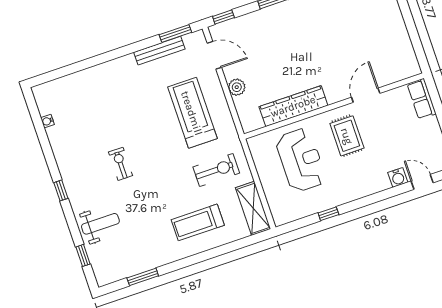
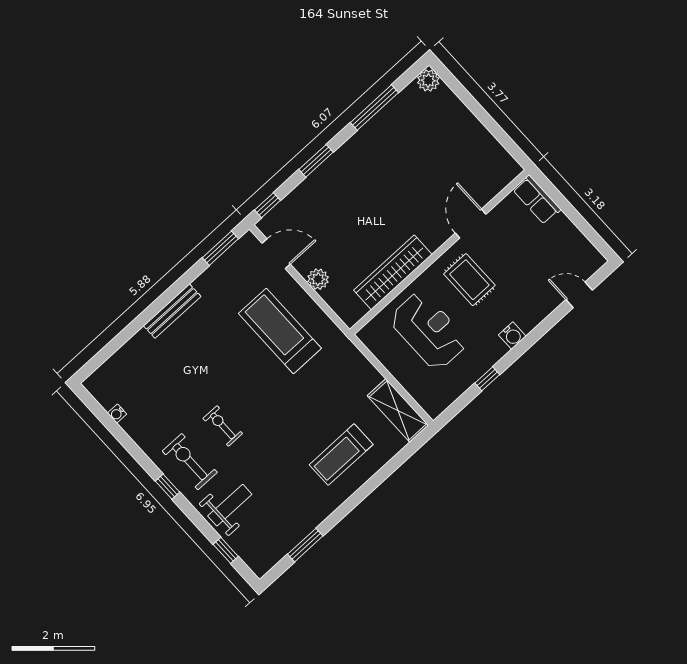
bench: (159, 51) -> (172, 311), moved
exercise bike: (216, 170) -> (190, 462), moved, turned -90
water cooler: (398, 177) -> (512, 336), moved

